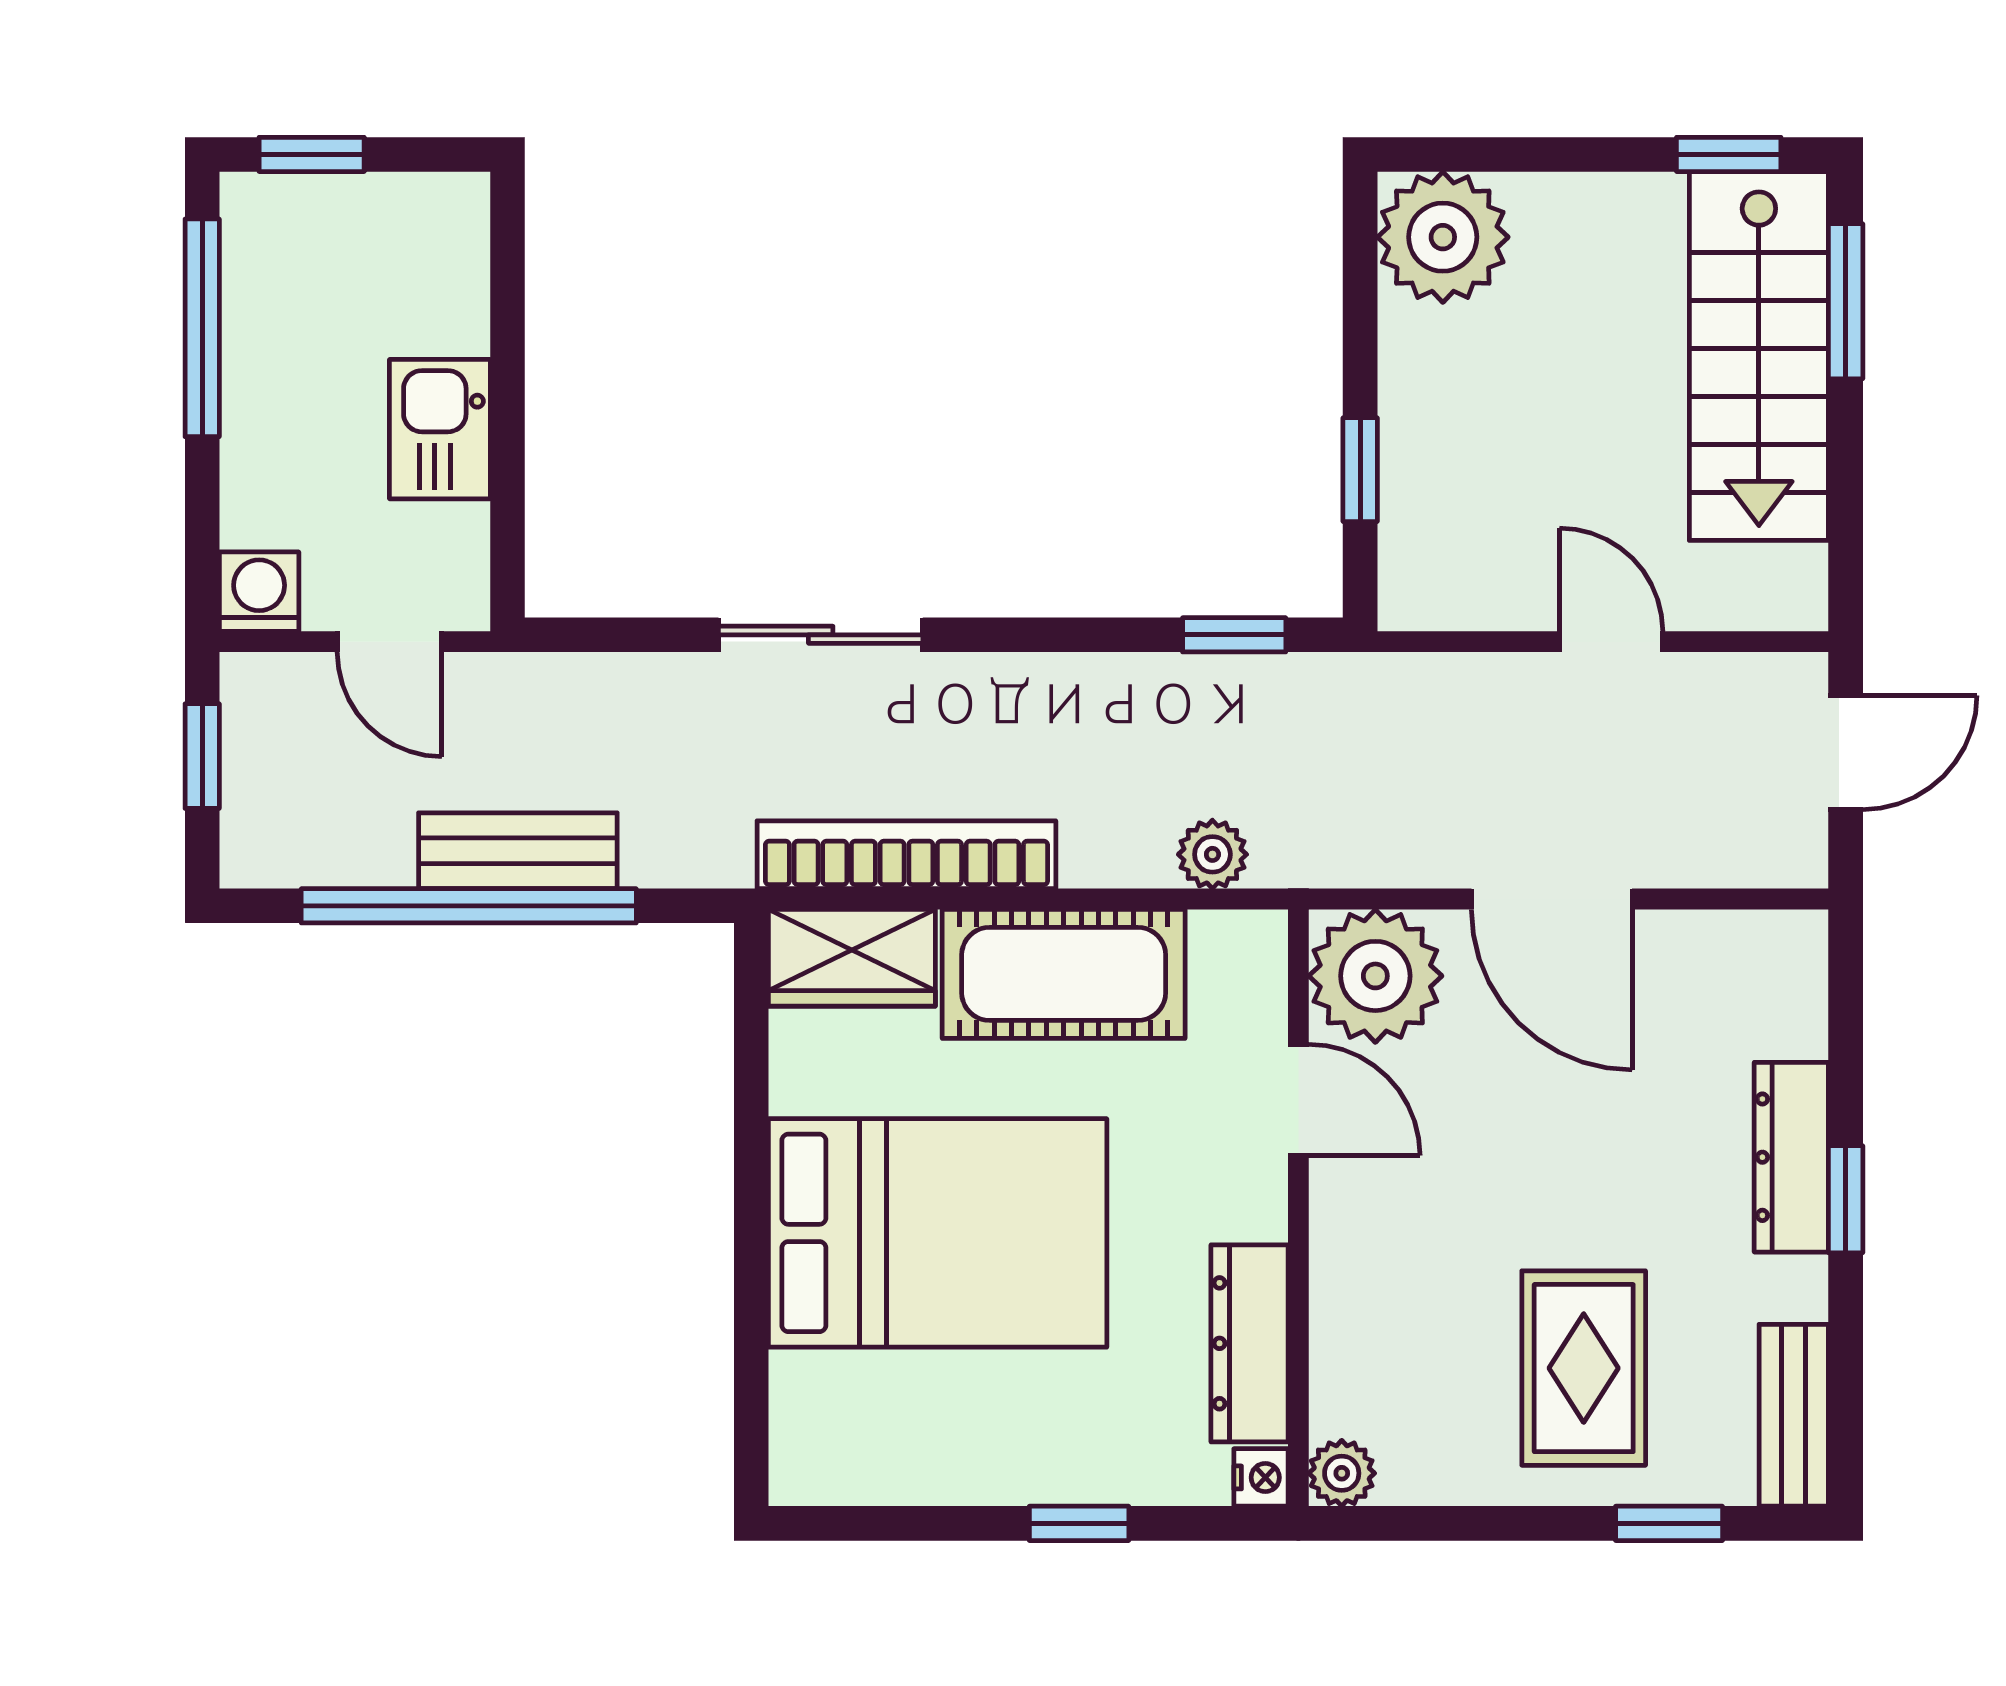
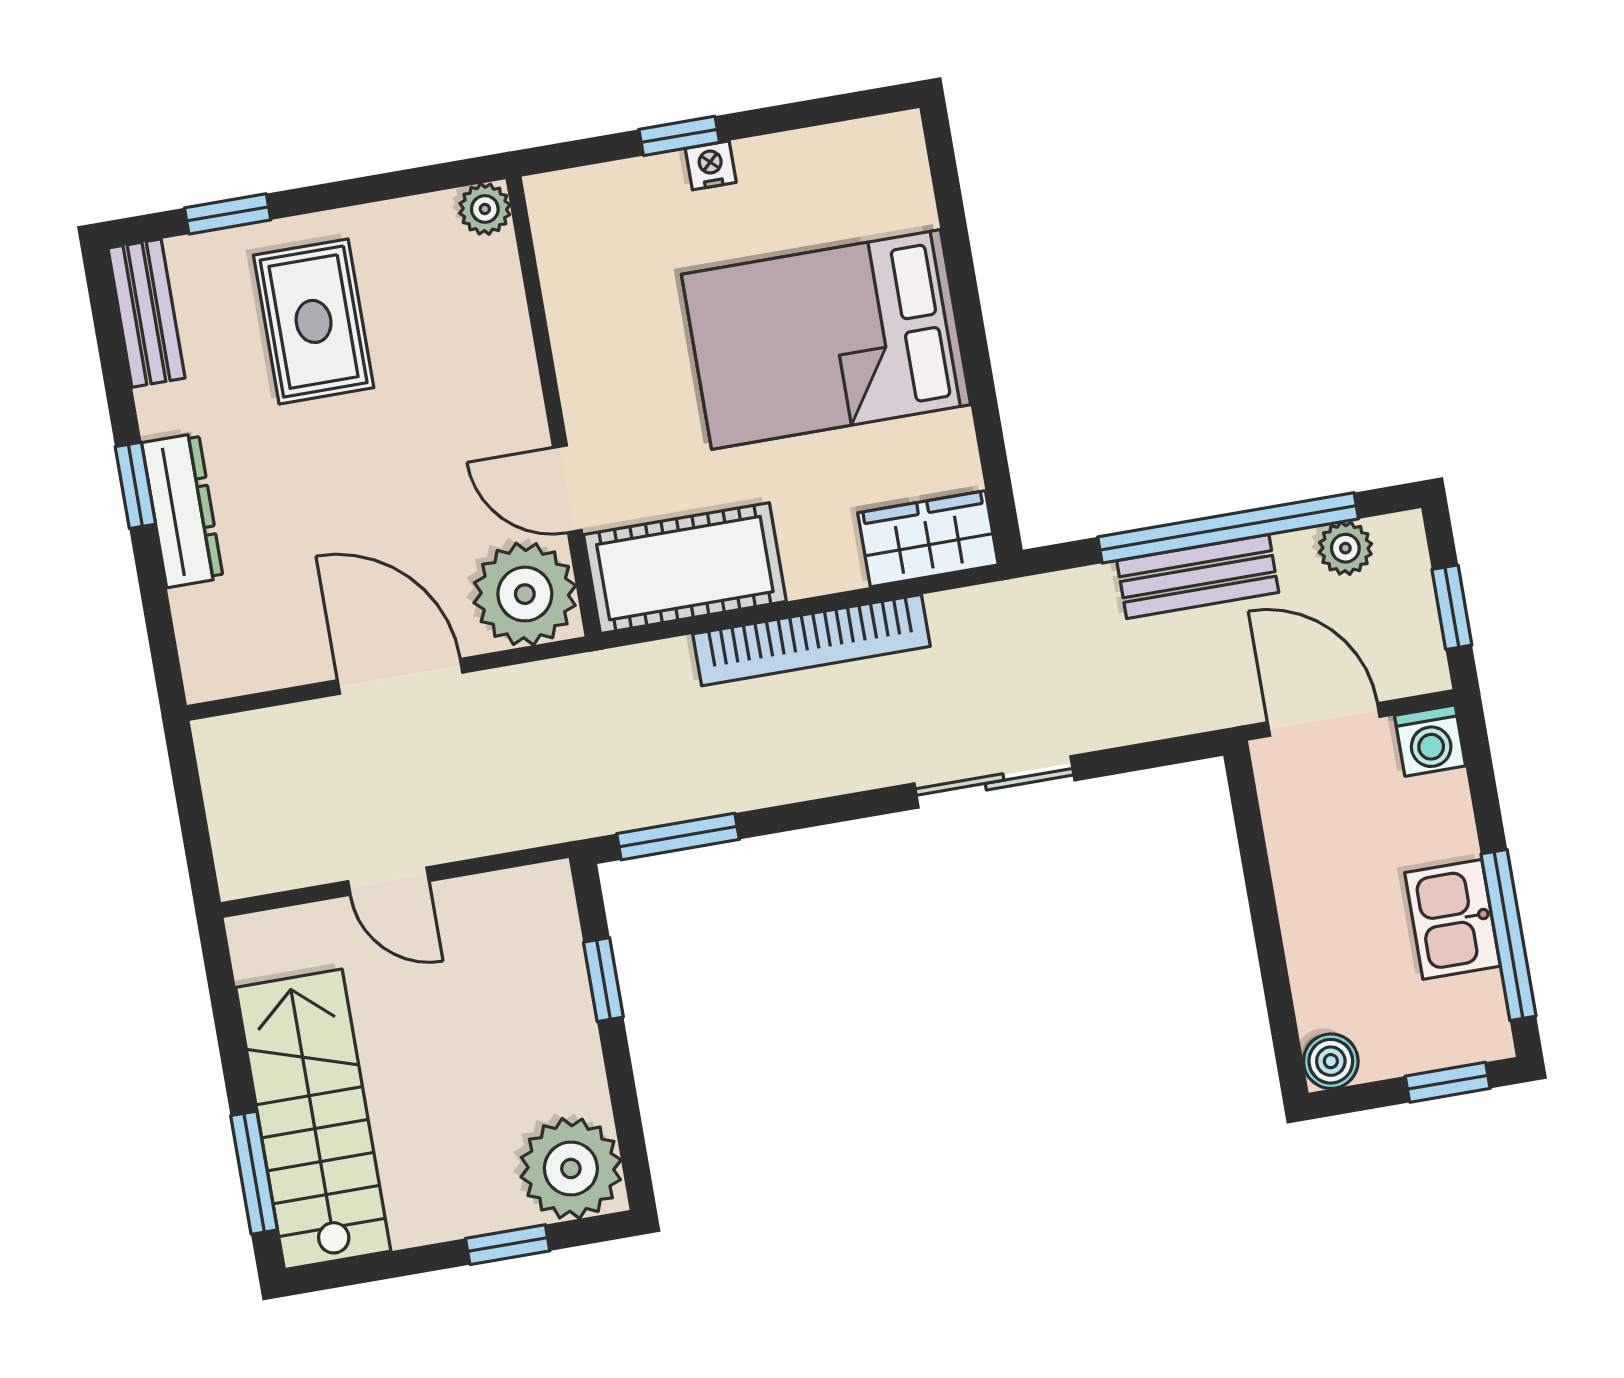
window: (1729, 154) -> (508, 1245), moved
boiler: (455, 207) -> (1331, 1061), added
kitchen sink: (440, 429) -> (1452, 919), moved, turned 180
window: (1234, 635) -> (678, 837), width x1.50
door: (390, 642) -> (1324, 720), width x1.37
door: (1846, 752) -> (194, 827), removed
plant: (1212, 854) -> (1345, 548), moved
bookcase: (906, 855) -> (811, 640), moved
cot: (1064, 974) -> (685, 568), moved
dresser: (1250, 1343) -> (573, 296), removed
nightstand: (1261, 1477) -> (711, 165), moved, turned 90

